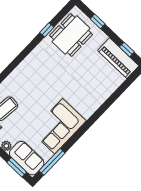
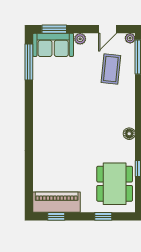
floor lamp: (32, 58) -> (129, 134), added
corner sofa: (59, 126) -> (52, 97), removed

